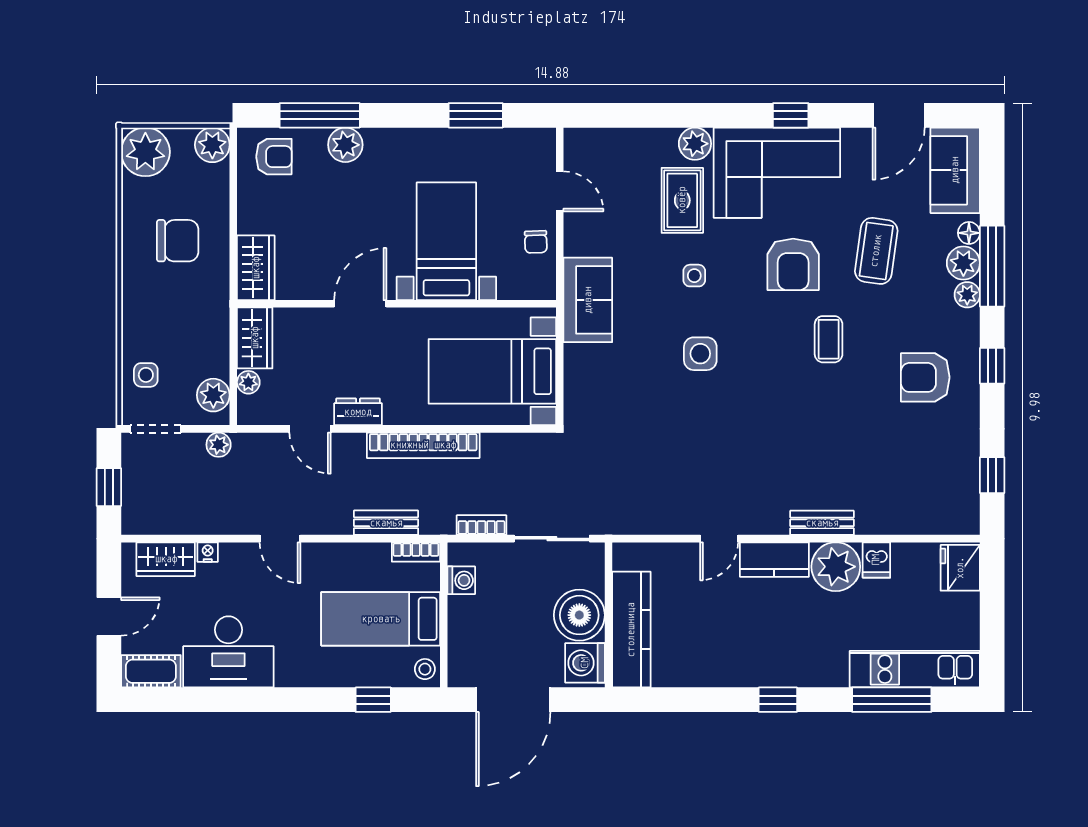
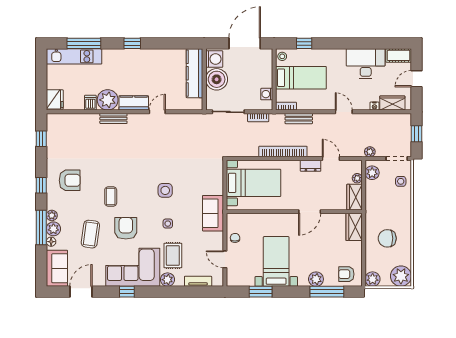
tv unit: (623, 140) -> (198, 281), added
bed with nightstands: (446, 241) -> (276, 261), moved, turned 180

